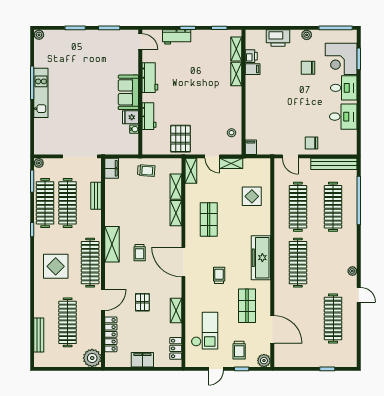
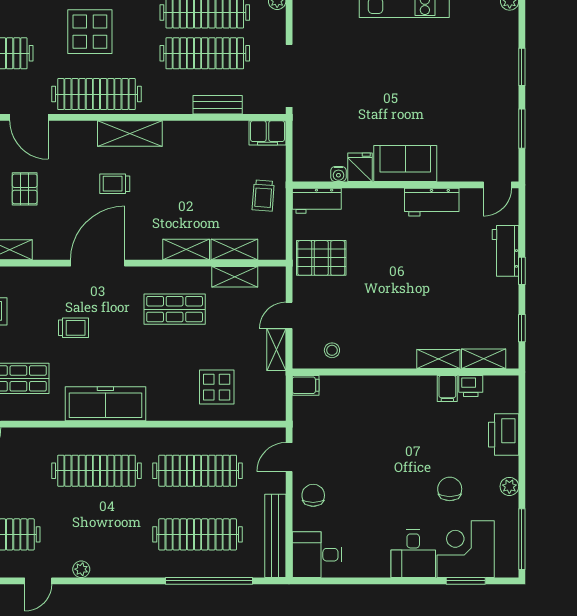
workbench: (149, 116) -> (317, 201), moved
desk: (343, 117) -> (317, 555), moved, turned 90
shelving: (191, 171) -> (235, 277), moved
pallet: (142, 302) -> (25, 189), turned 90

